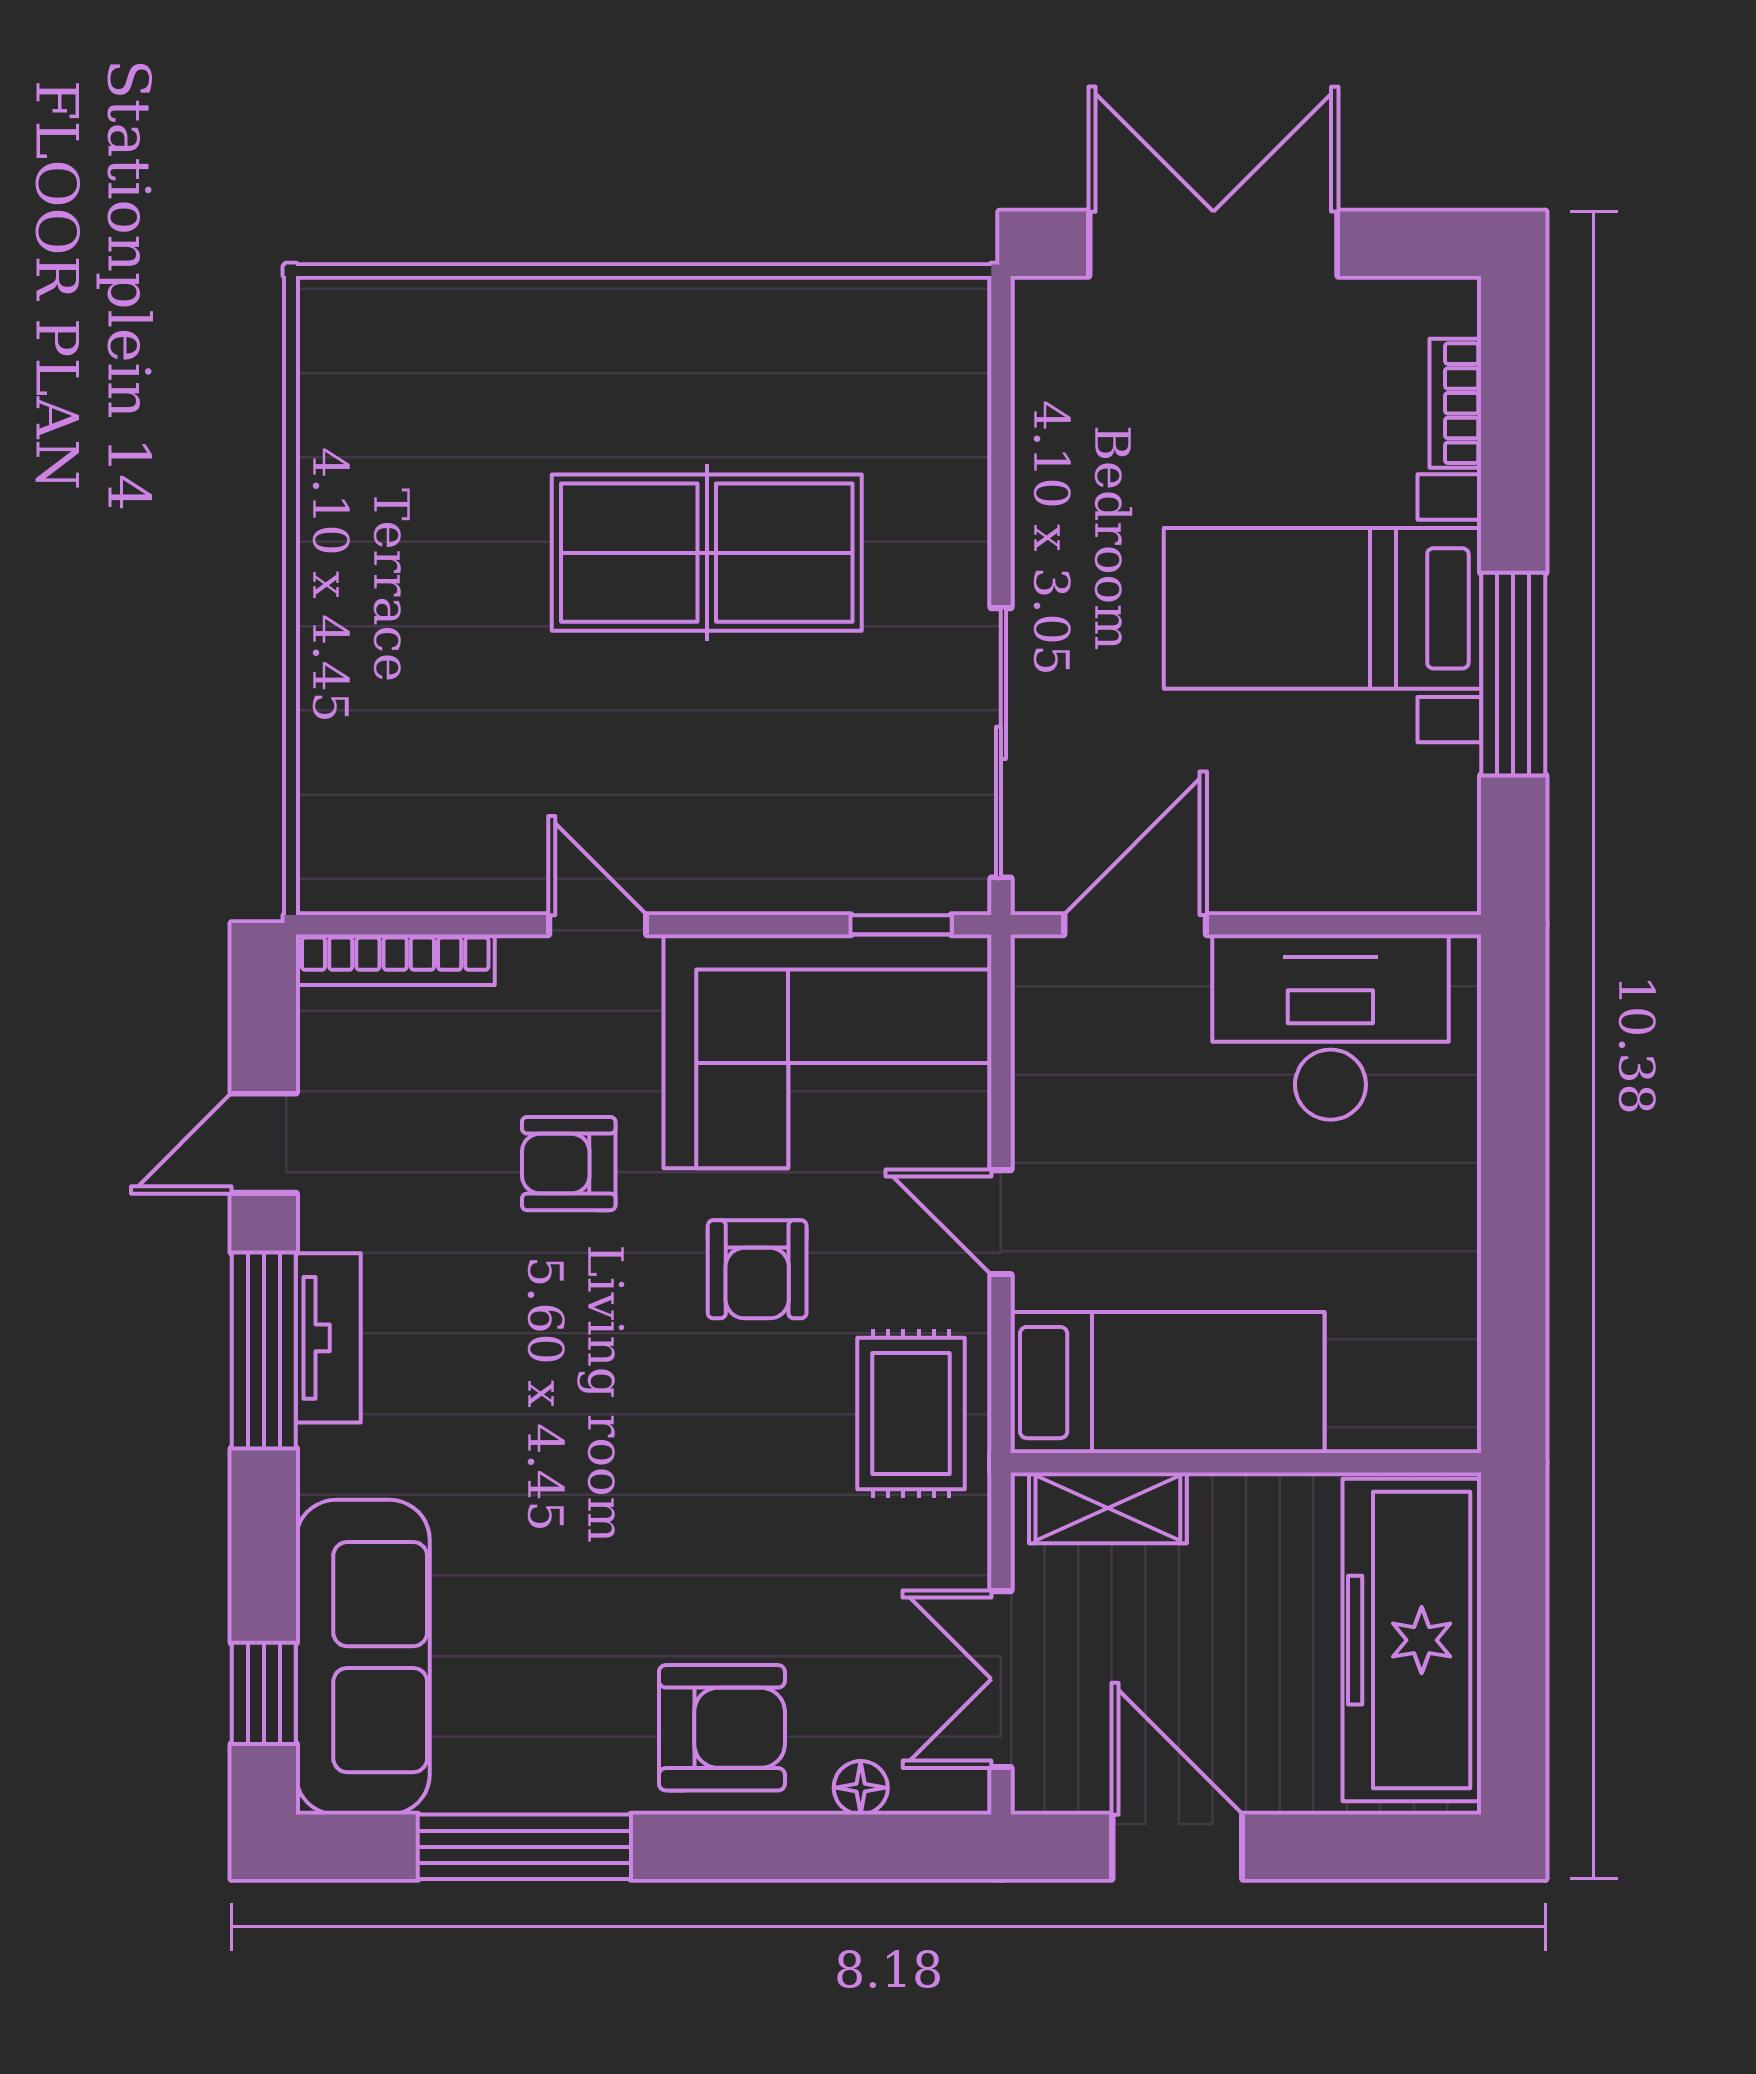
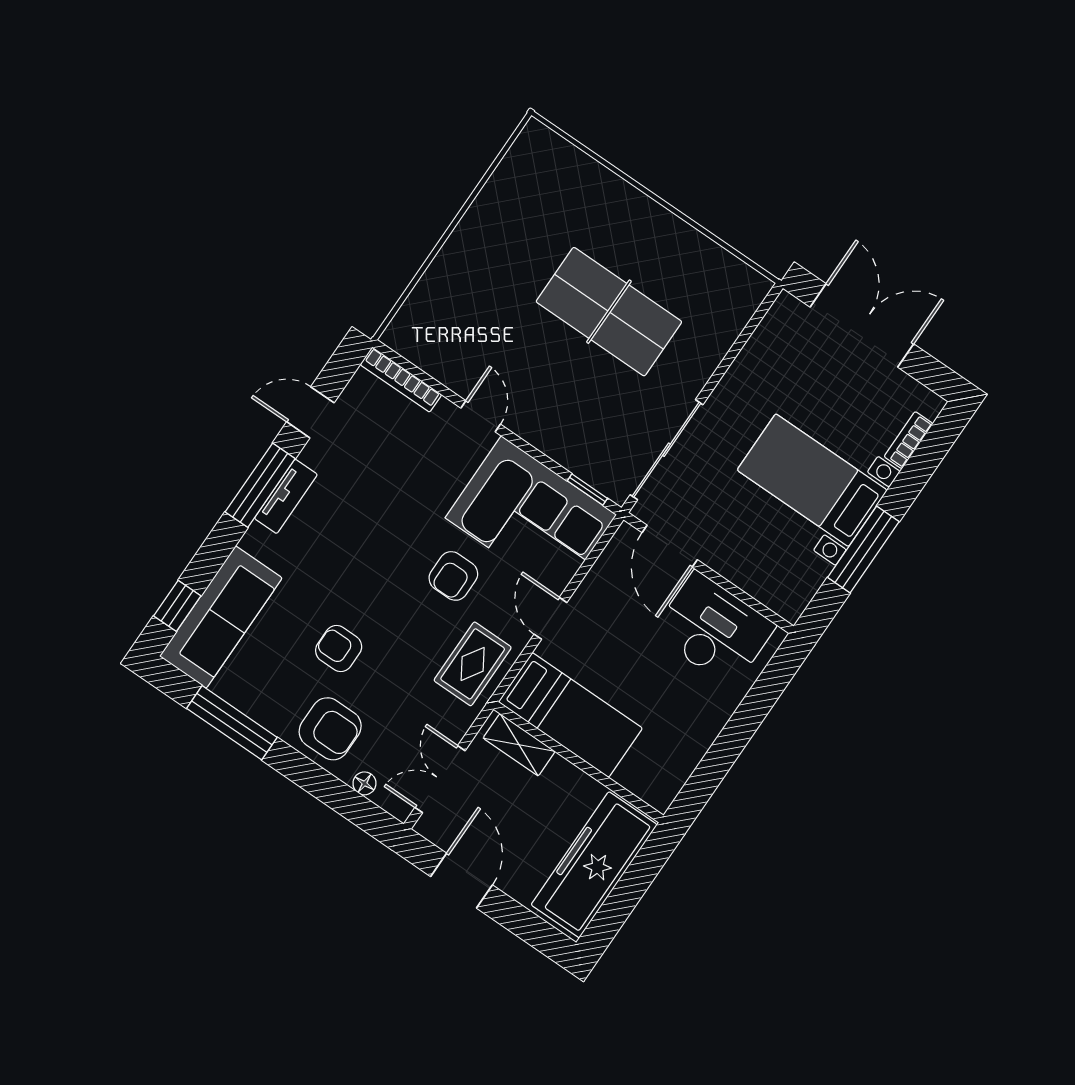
door: (1135, 925) -> (670, 546), swing flipped
armchair: (569, 1164) -> (339, 649), moved

